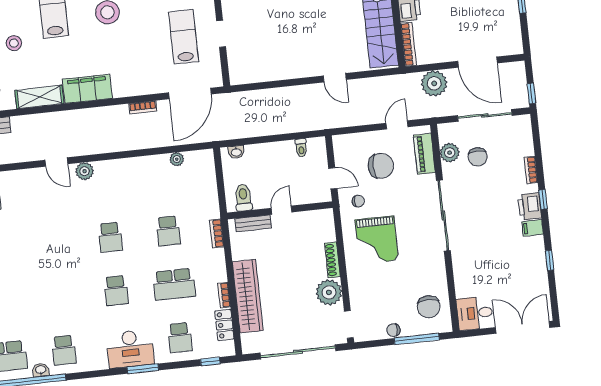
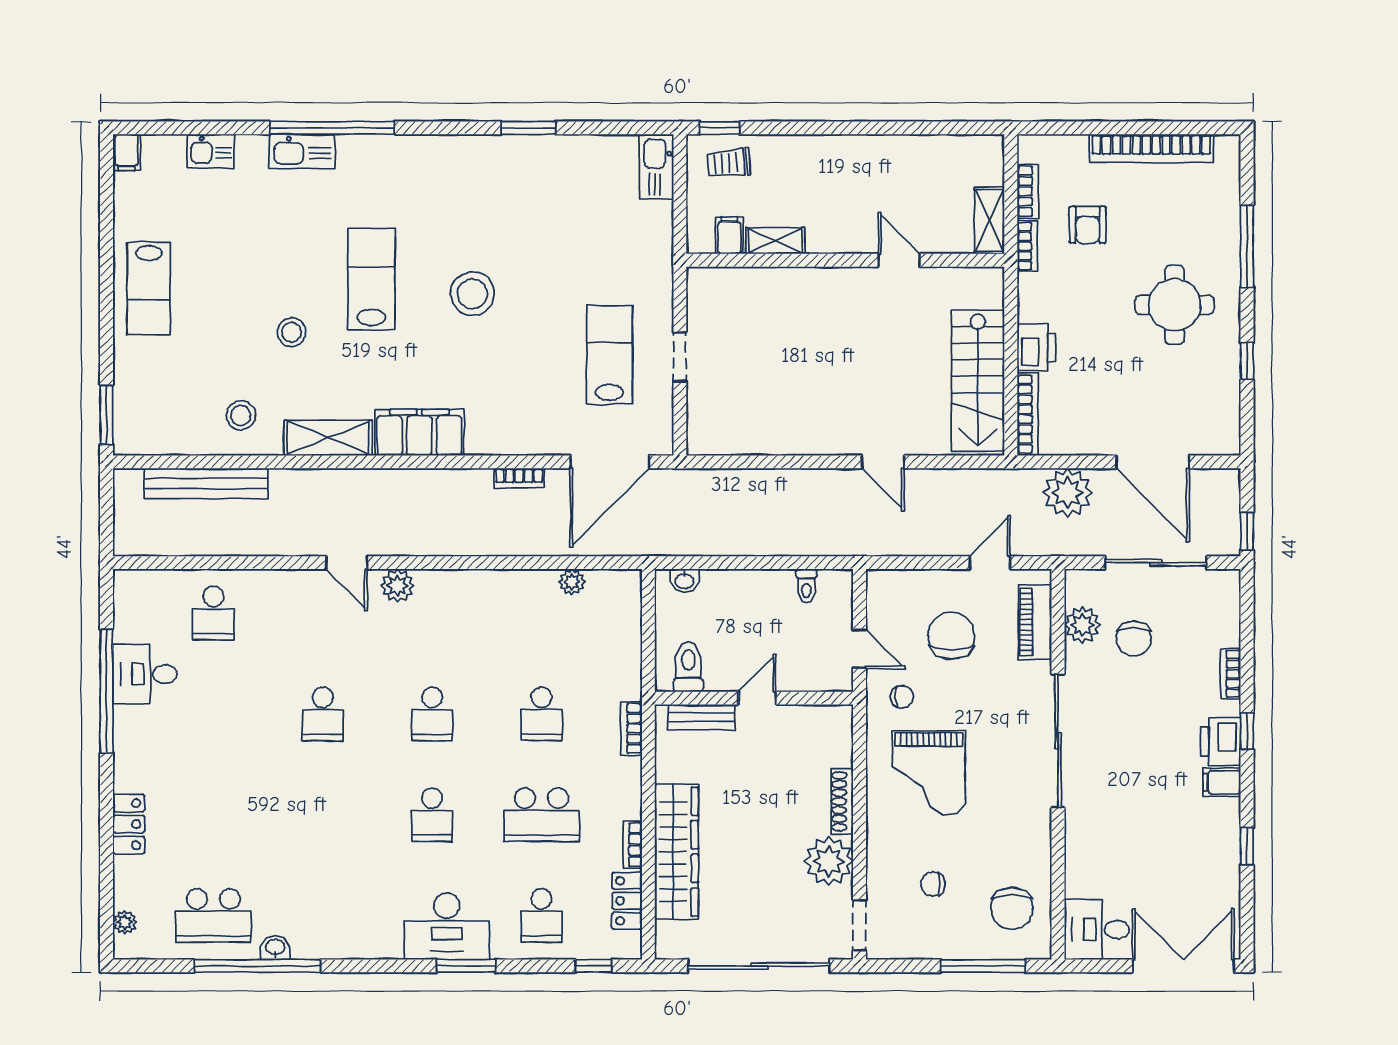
chair: (381, 166) -> (951, 636), turned -90
chair: (393, 330) -> (933, 884), moved
school desk: (64, 350) -> (323, 714), moved

